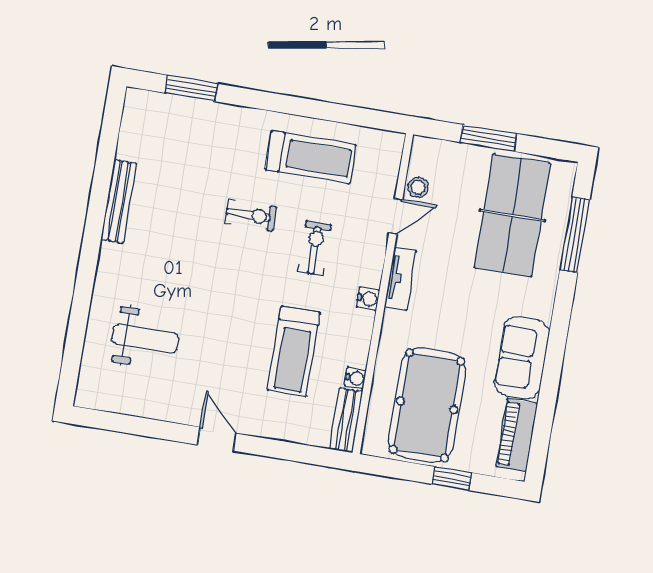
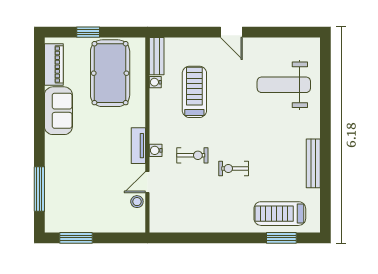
window: (488, 138) -> (76, 238), moved
treadmill: (311, 157) -> (280, 214), moved
table tennis table: (512, 215) -> (78, 194), removed
exercise bike: (315, 248) -> (192, 155), turned -90
water cooler: (368, 299) -> (156, 150), moved
weight bench: (145, 339) -> (284, 85), width x1.36, depth x1.33

